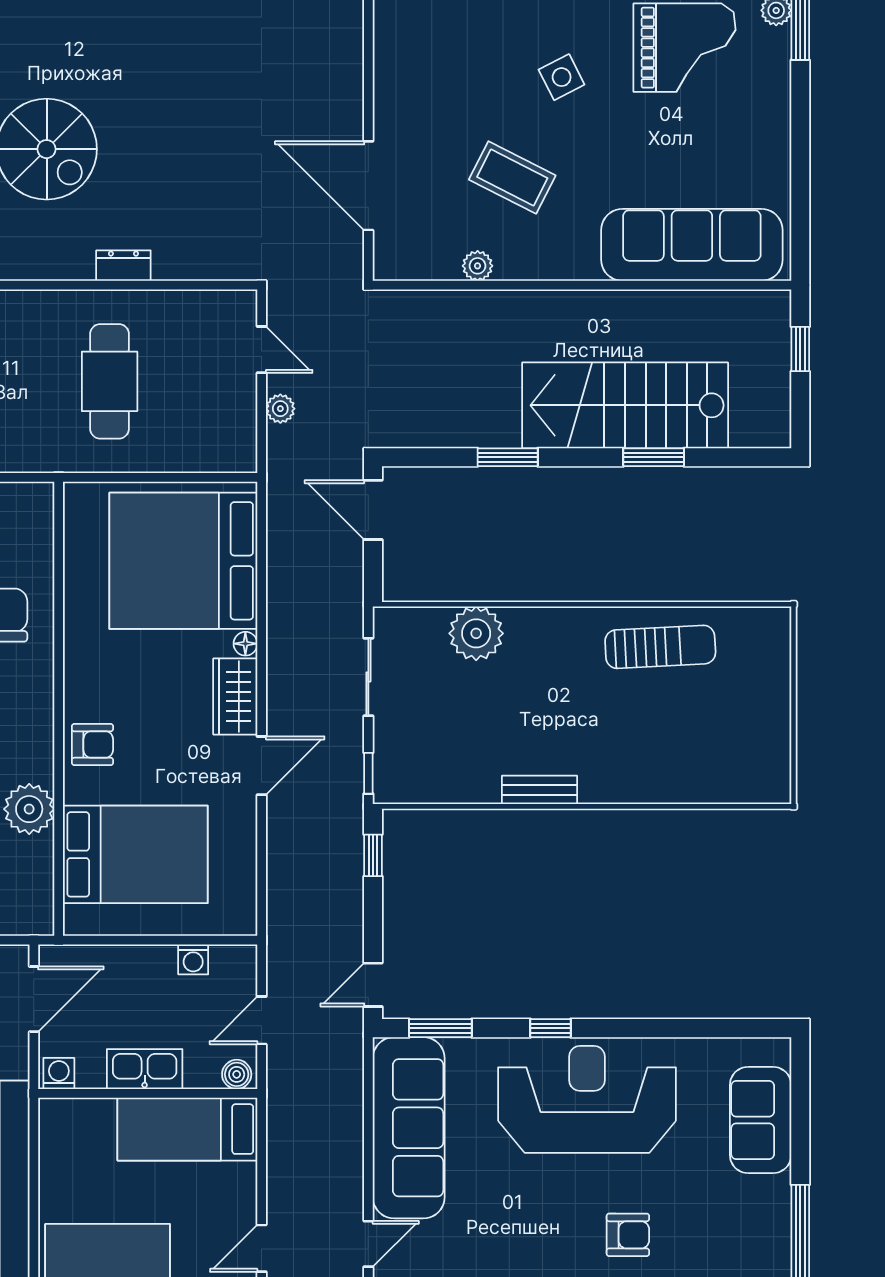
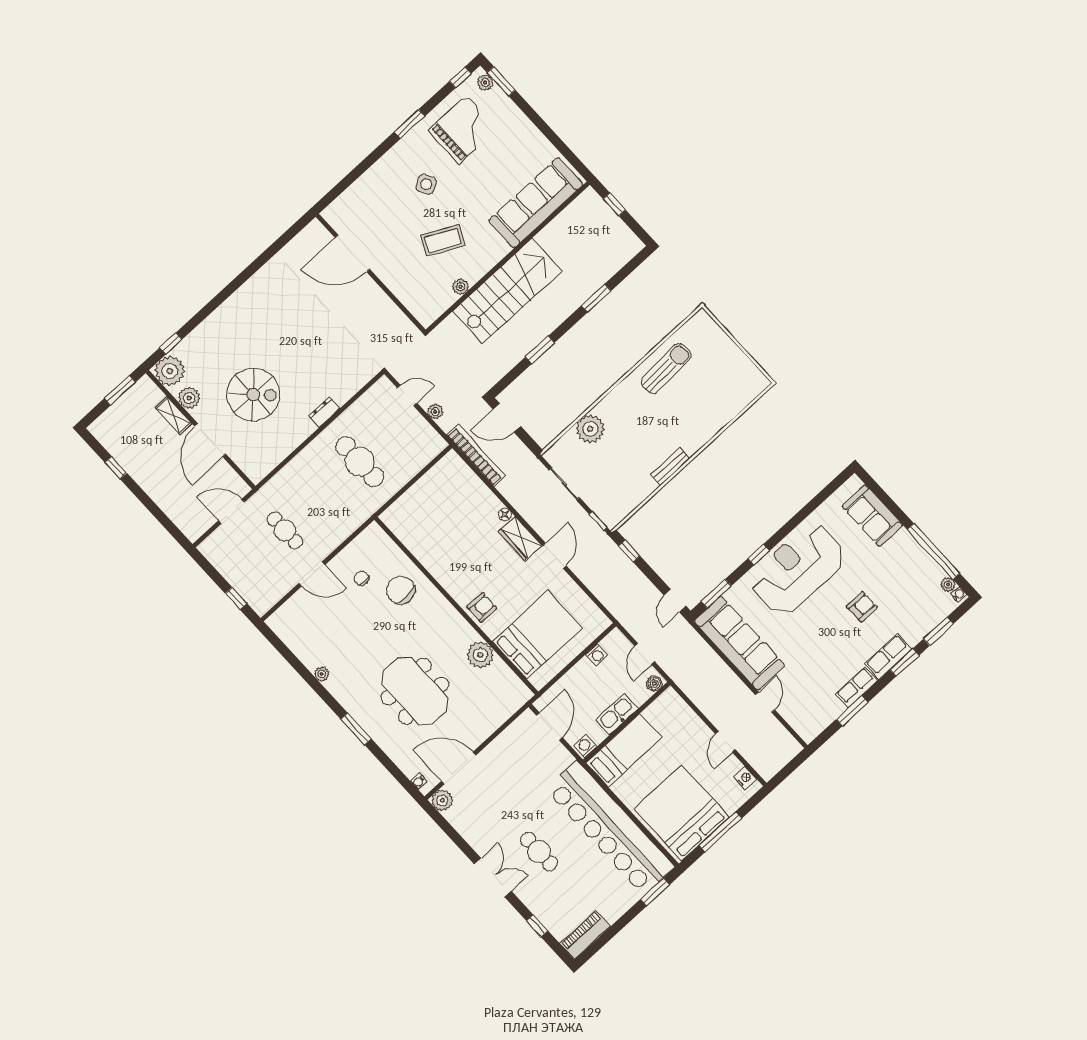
door: (368, 186) -> (352, 253), moved
stairs: (625, 405) -> (507, 291), moved, turned 180
bookcase: (281, 523) -> (476, 455), added
bed: (183, 561) -> (452, 505), removed
bed: (187, 1129) -> (624, 750), moved, turned 180

